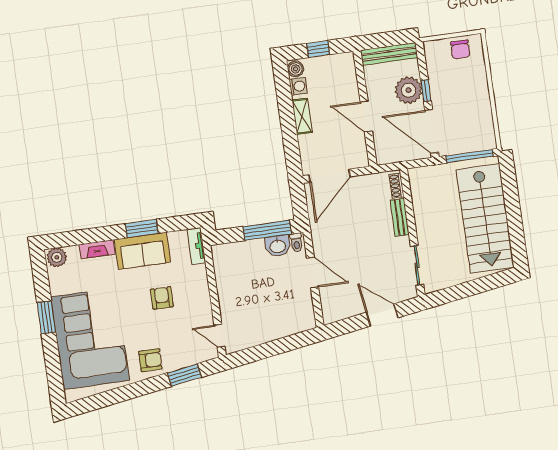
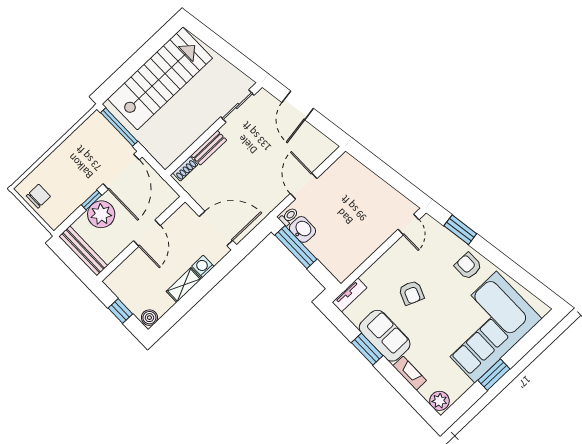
washing machine: (298, 86) -> (203, 266), moved
armchair: (162, 298) -> (411, 293), turned -68

